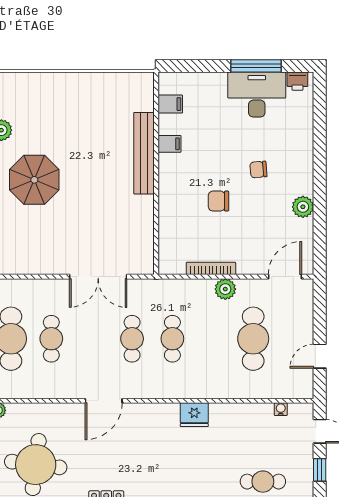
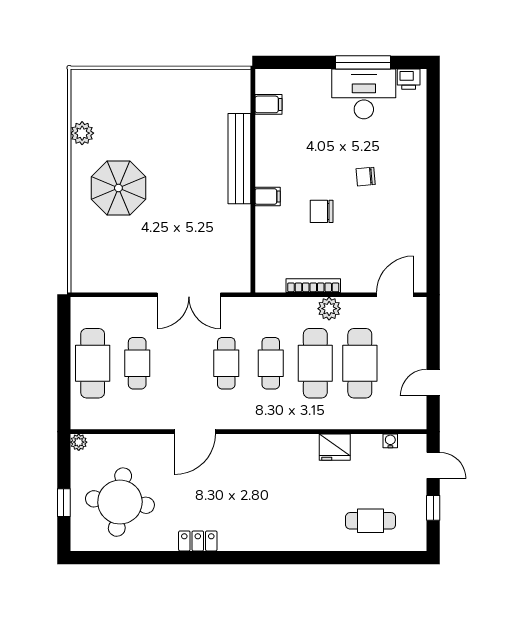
filing cabinet: (170, 144) -> (268, 196), moved
plant: (303, 207) -> (415, 218), removed
cafe table: (213, 339) -> (315, 363), added
fridge: (194, 415) -> (335, 447), moved

